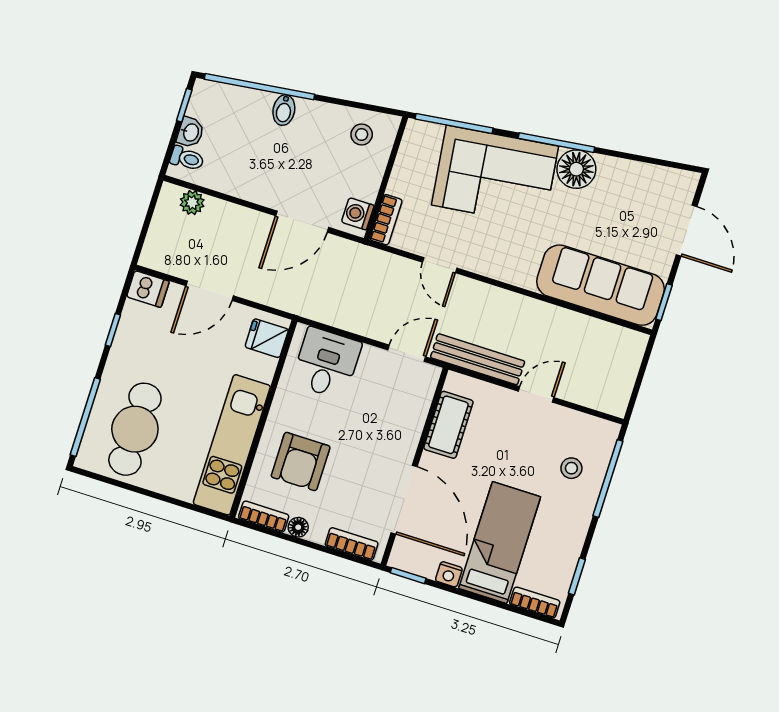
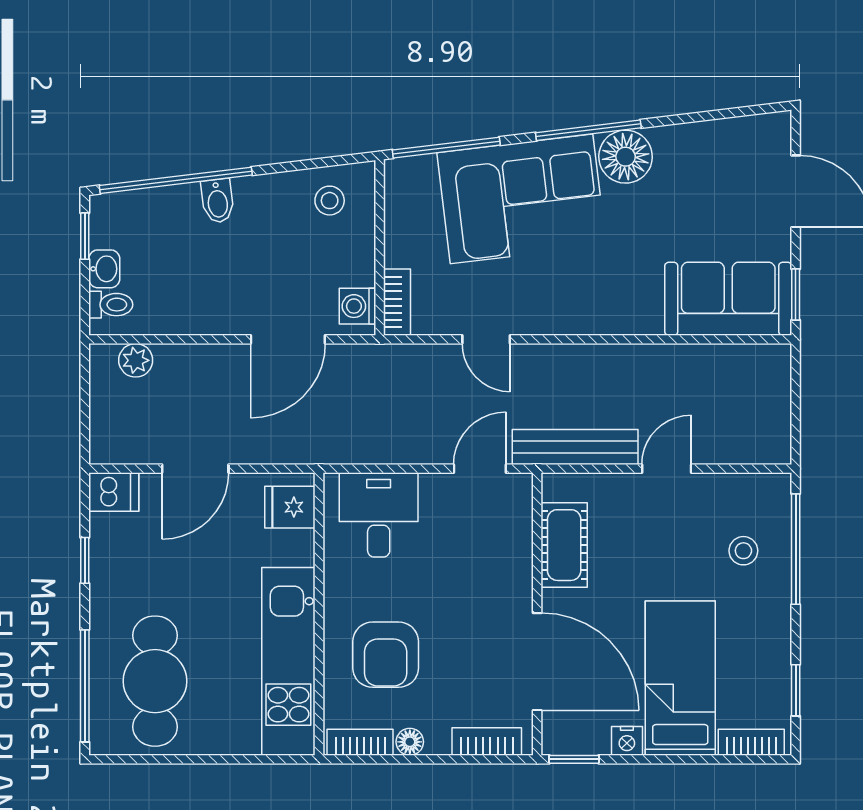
sofa: (600, 285) -> (728, 299), width x0.73

